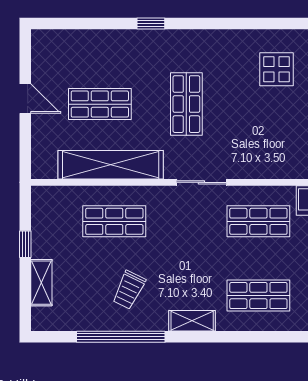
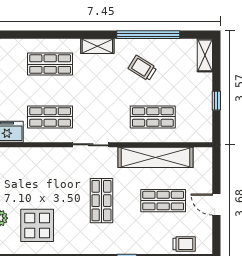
trolley: (70, 43) -> (184, 244), added
display table: (277, 69) -> (37, 225), width x1.36, depth x1.36
shelving: (41, 283) -> (205, 55), moved
trolley: (129, 290) -> (142, 68), turned -84

